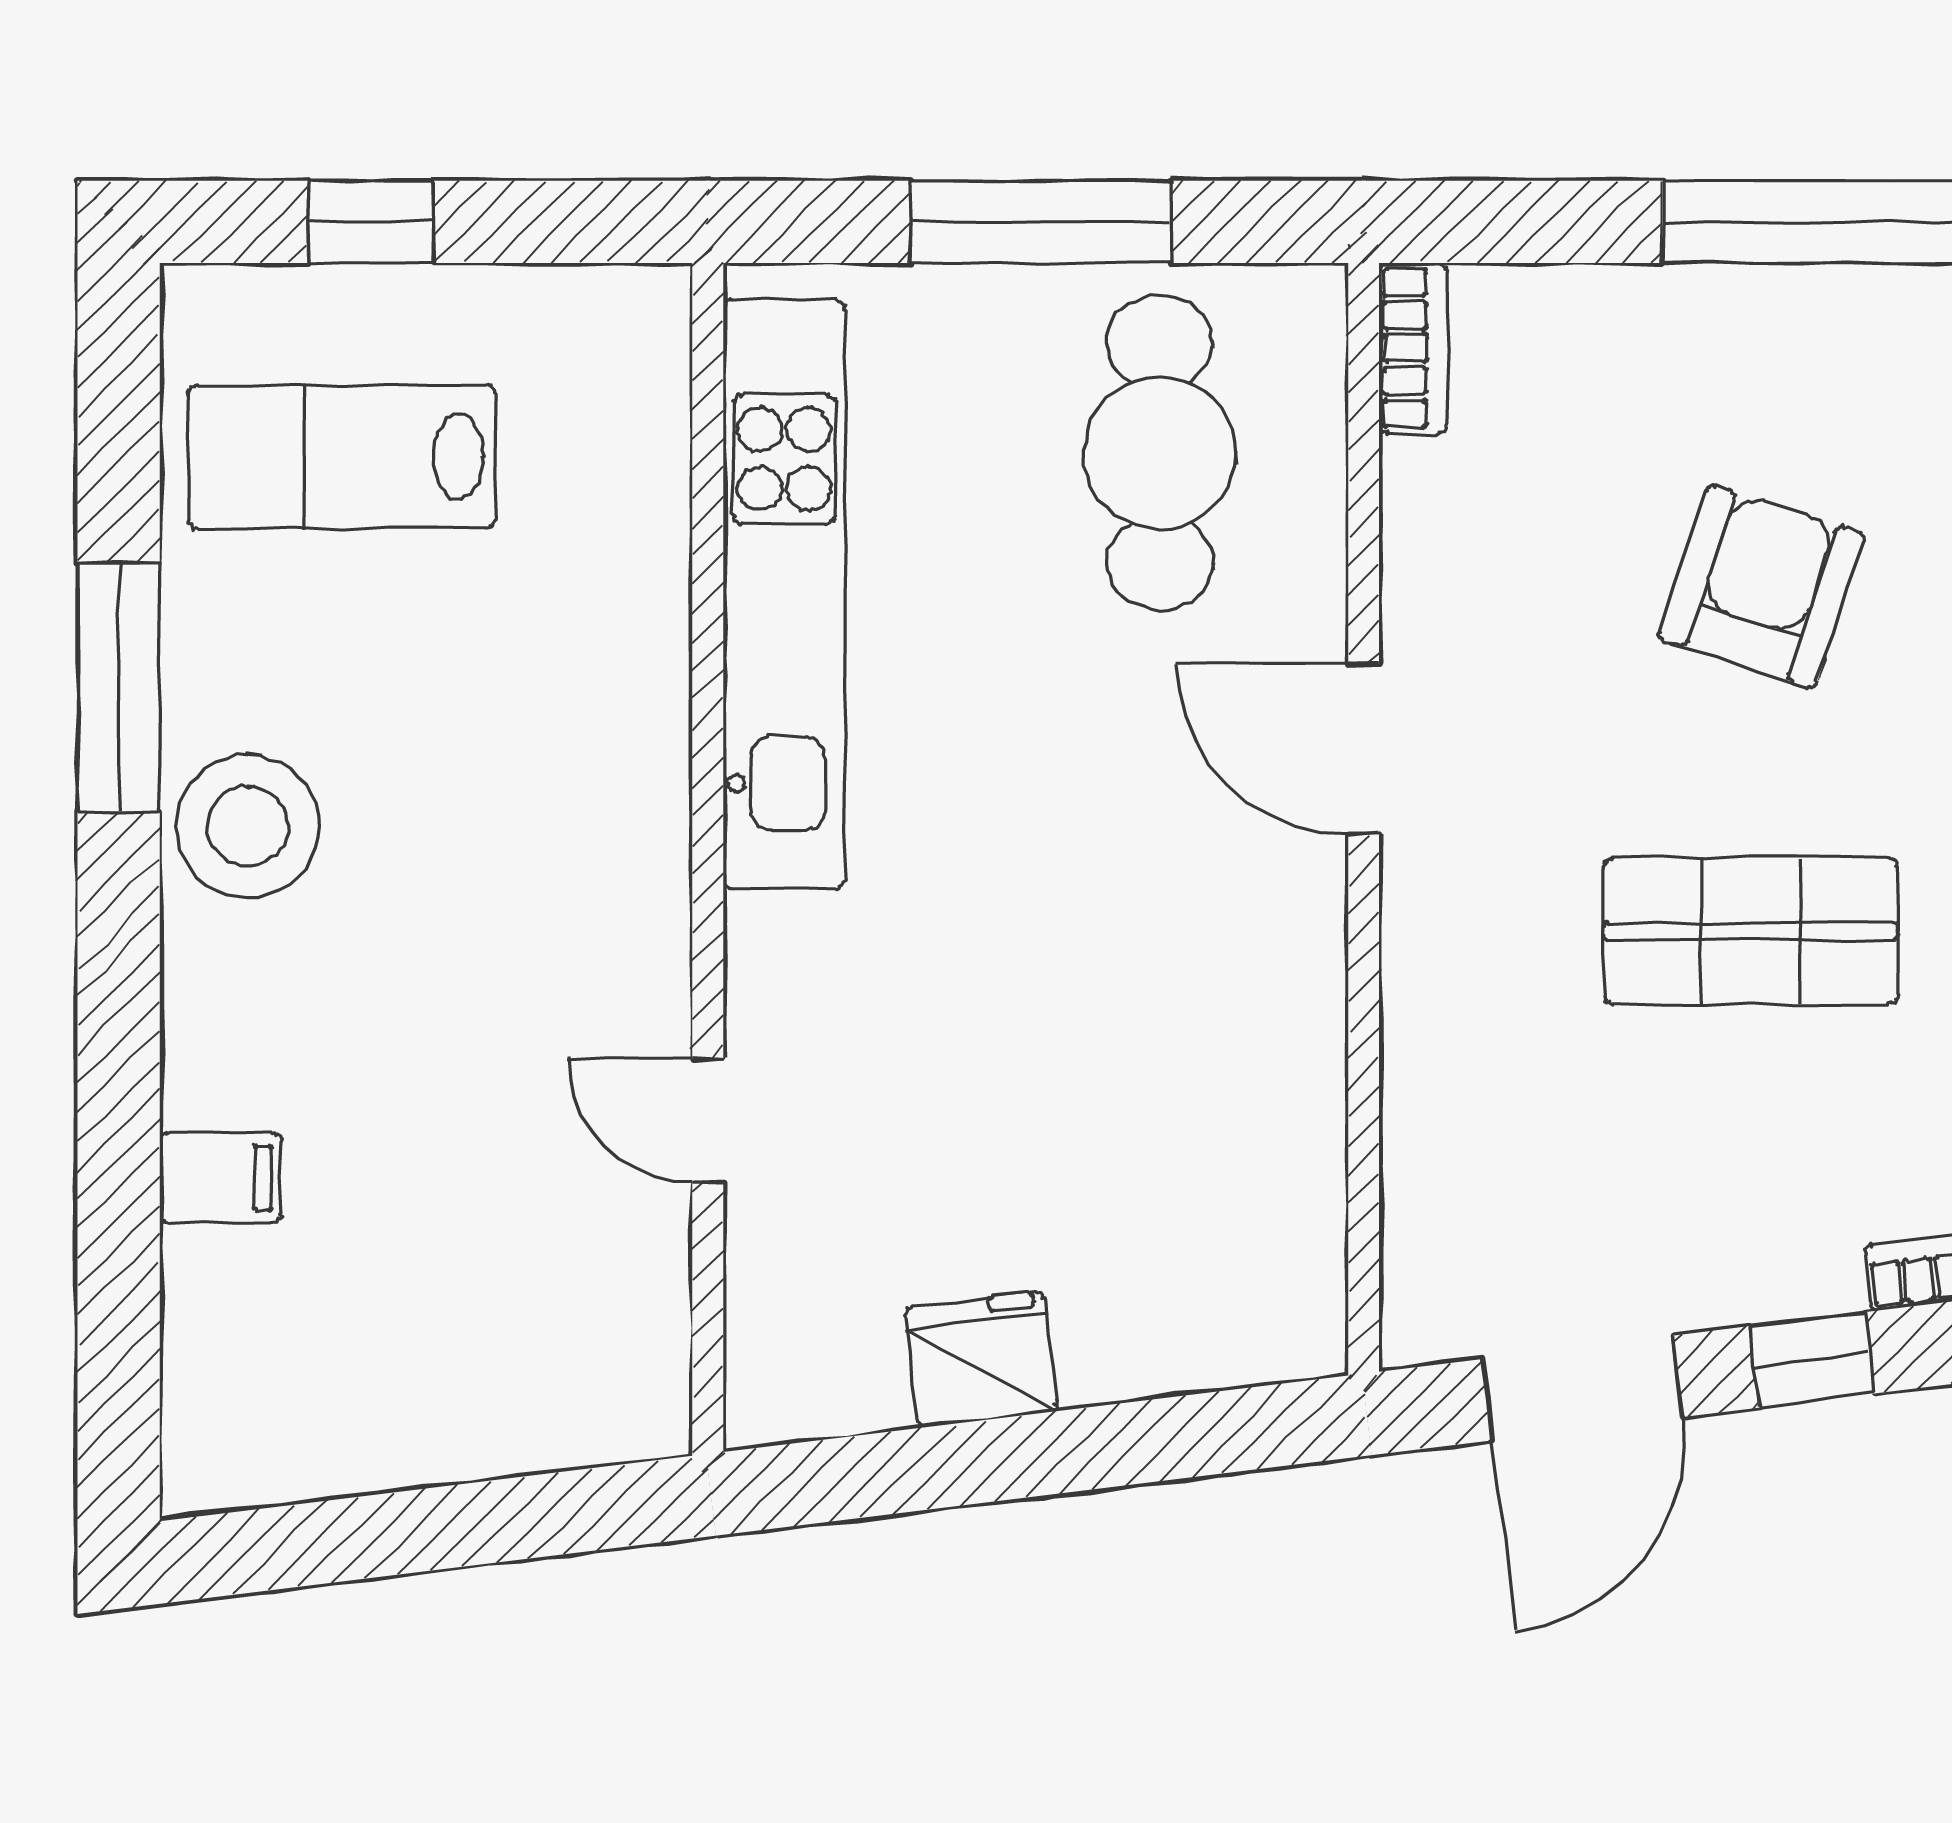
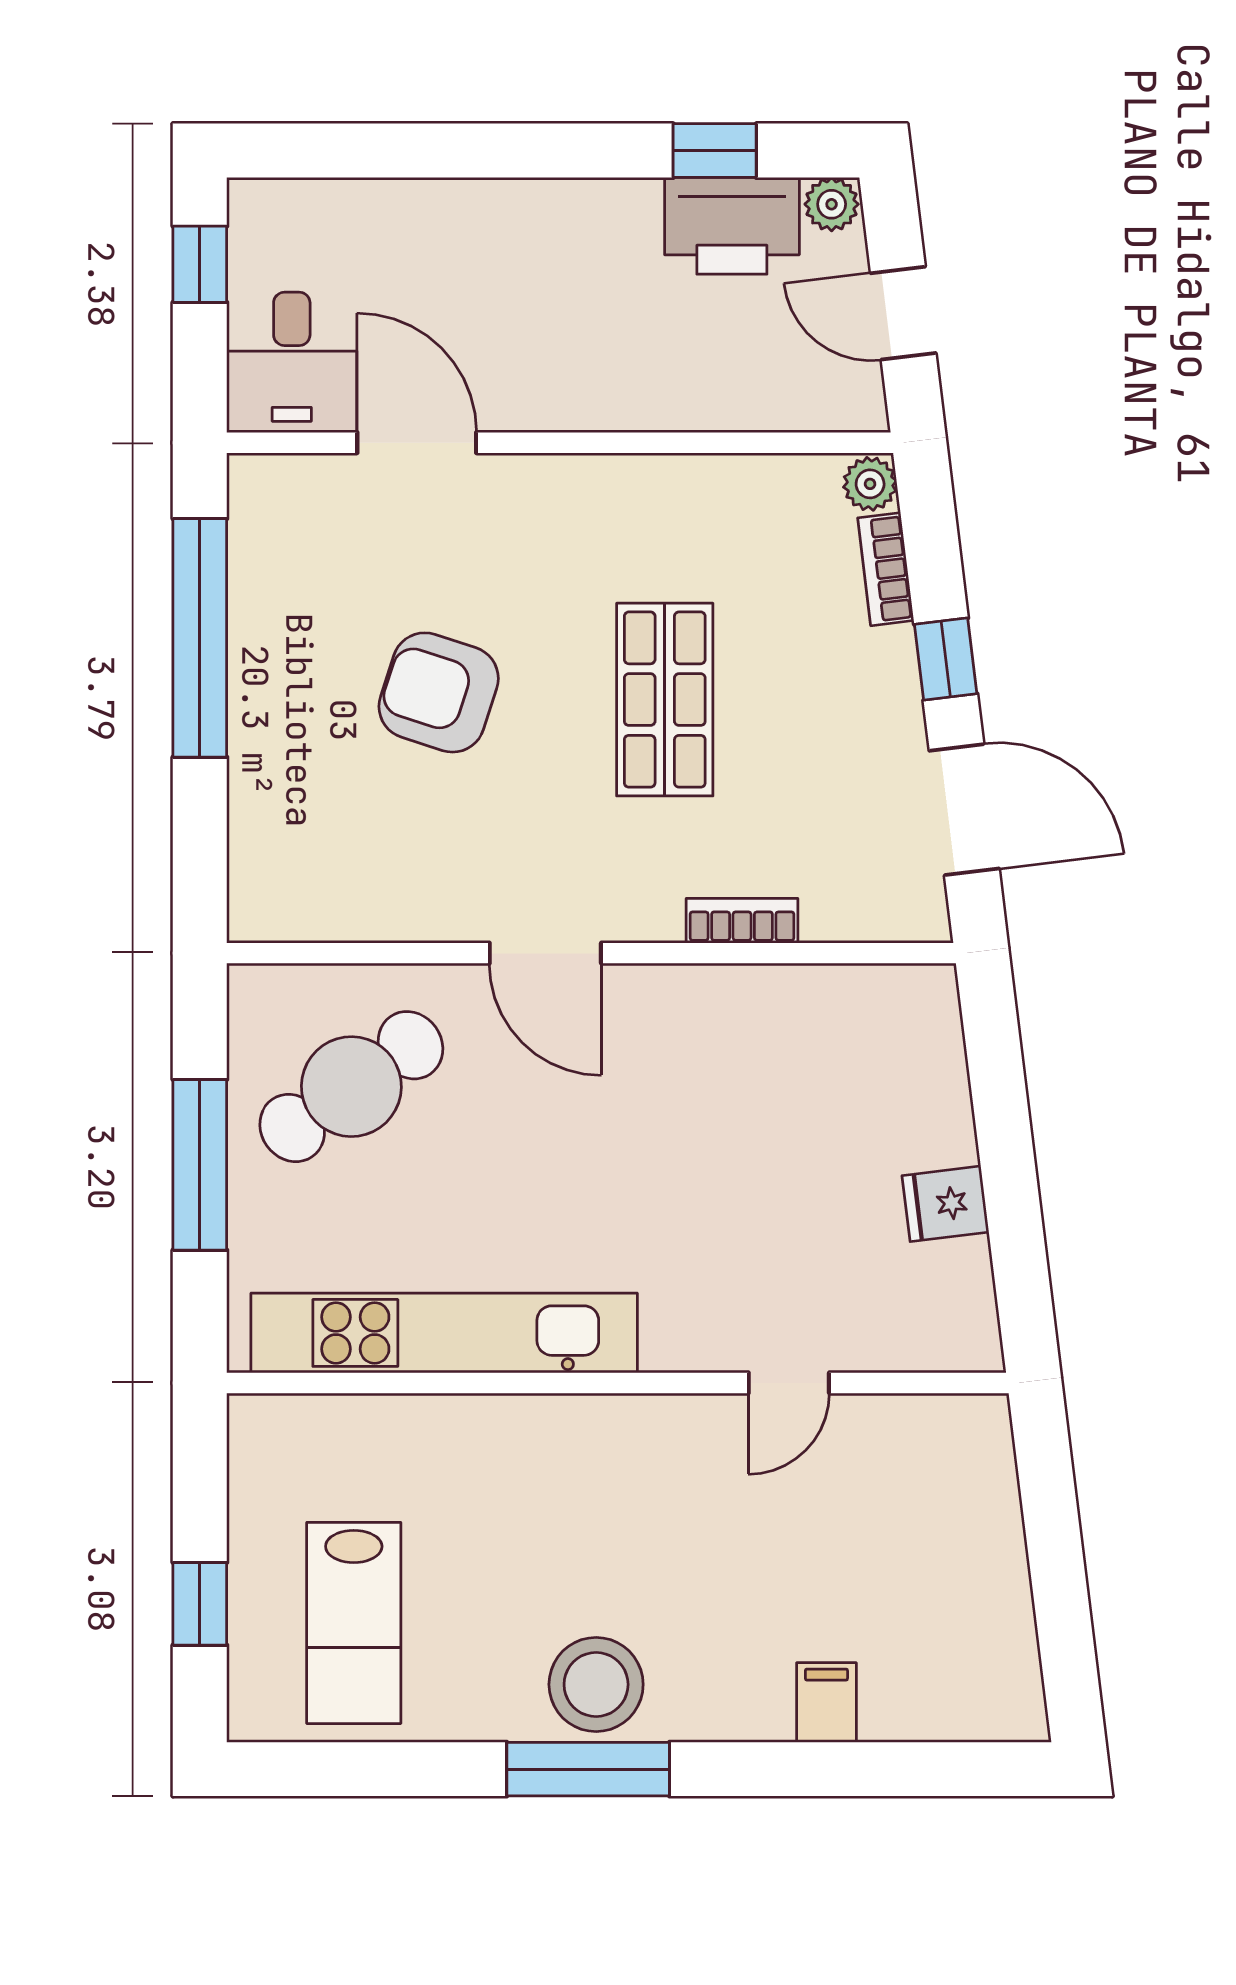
bookcase: (1413, 348) -> (742, 921), moved
cafe table: (1160, 453) -> (351, 1087), turned -35
window: (119, 687) -> (588, 1769), moved
door: (1364, 749) -> (545, 953), hinge flipped
fridge: (981, 1359) -> (945, 1204), width x0.72

